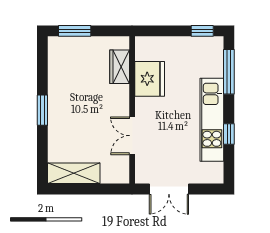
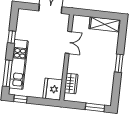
fridge: (150, 79) -> (53, 89), moved
kitchen unit: (212, 120) -> (19, 64), moved

